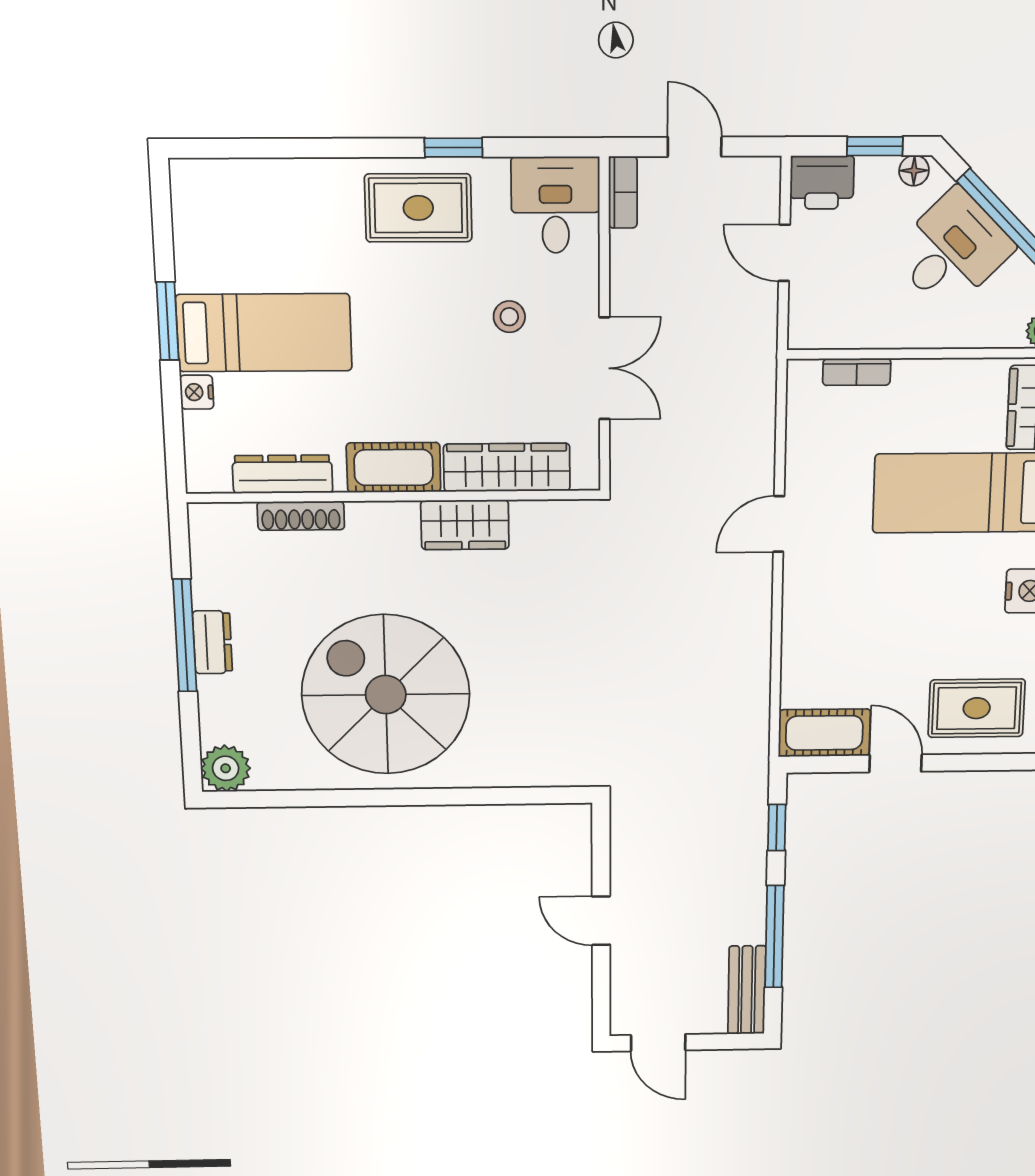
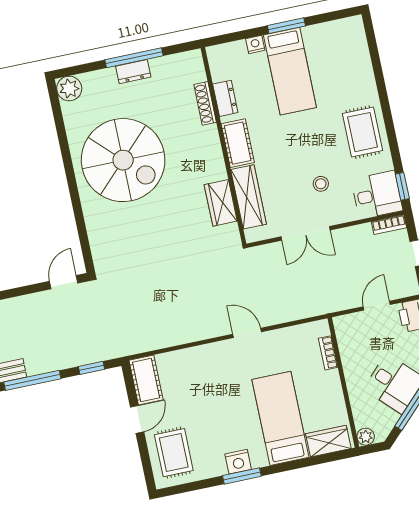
window: (453, 148) -> (402, 186), moved
dresser: (283, 474) -> (225, 98), width x0.70
wardrobe: (465, 525) -> (221, 203), moved
spiral stairs: (386, 695) -> (123, 160), turned 90
door: (601, 921) -> (64, 282), moved

